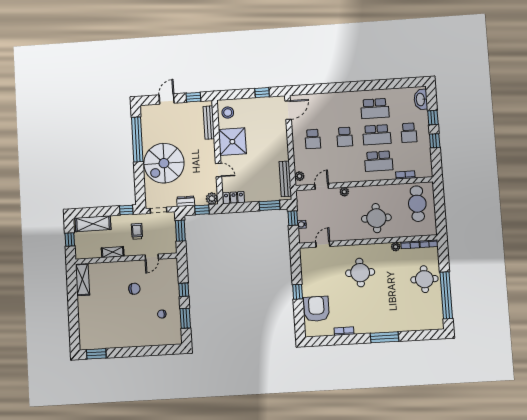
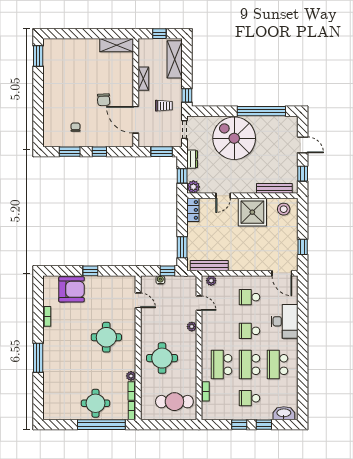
desk: (333, 105) -> (284, 321), added
door: (152, 257) -> (136, 120), width x1.87
window: (446, 295) -> (101, 425), moved

